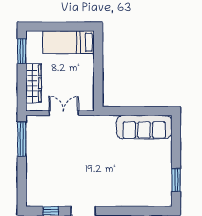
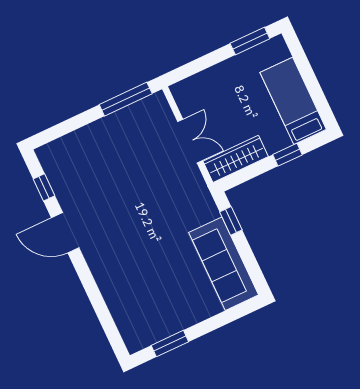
window: (98, 60) -> (288, 155), added
wardrobe: (33, 83) -> (236, 159), moved, turned 180
window: (121, 111) -> (231, 221), added

